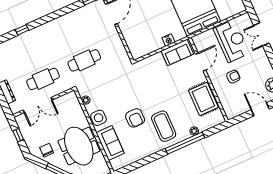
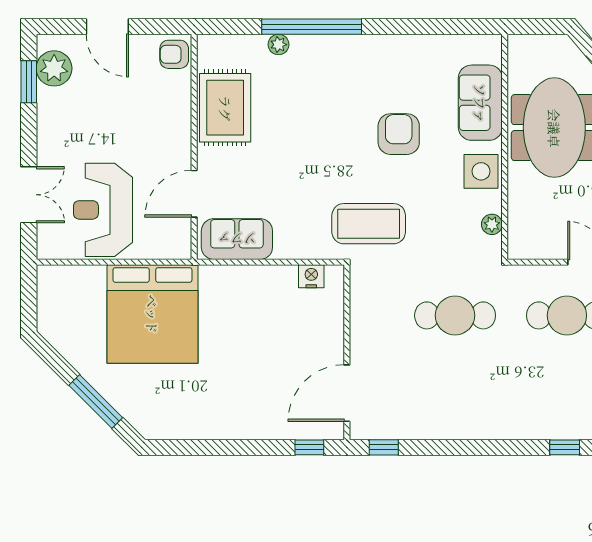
nightstand: (168, 40) -> (311, 276), moved
armchair: (233, 77) -> (174, 54), moved
coffee table: (164, 126) -> (369, 224), moved, turned 90

